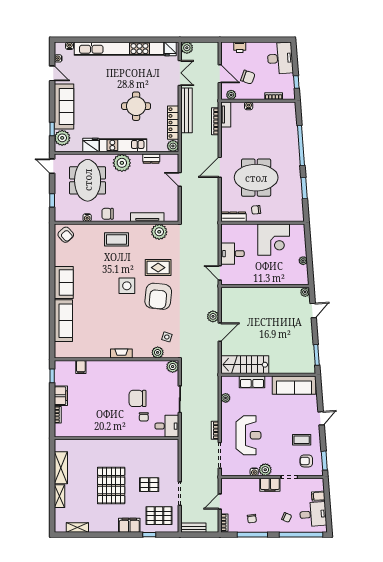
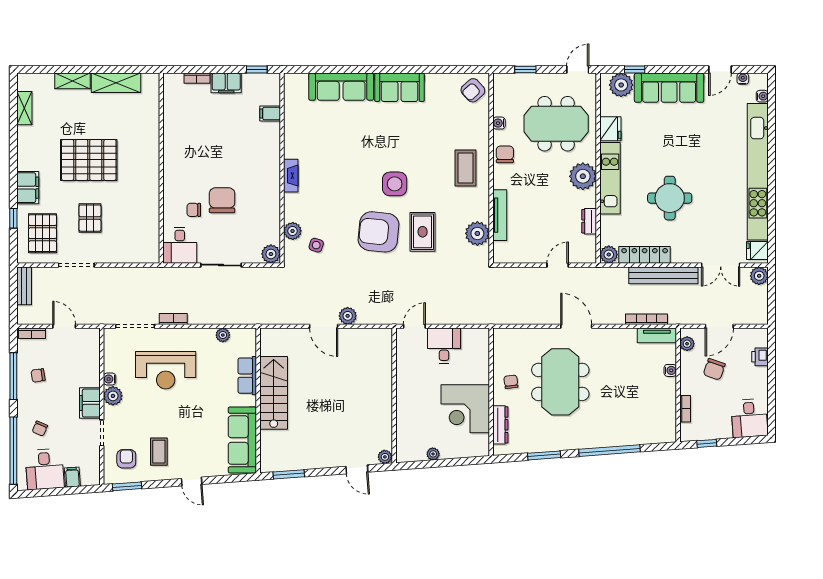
desk: (280, 58) -> (749, 418), width x0.73
dresser: (233, 217) -> (500, 425), moved
stairs: (245, 365) -> (274, 393), moved

